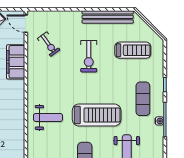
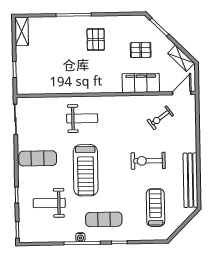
treadmill: (133, 50) -> (155, 208), turned 180
weight bench: (48, 117) -> (82, 118), turned -90

